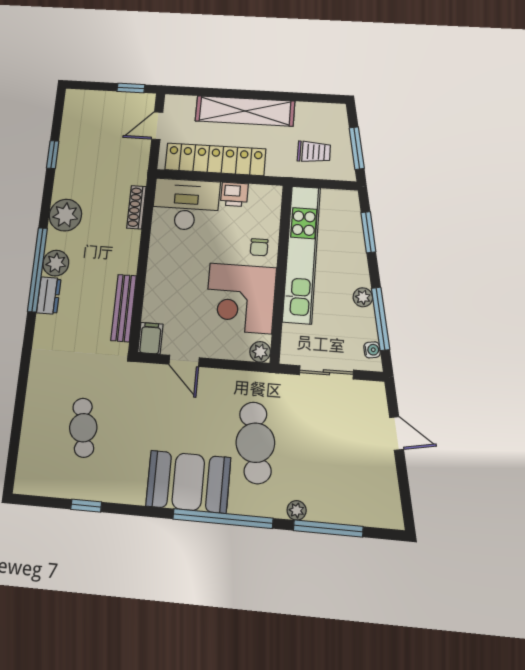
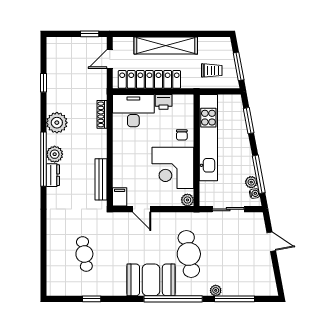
plant: (363, 297) -> (251, 182), moved

